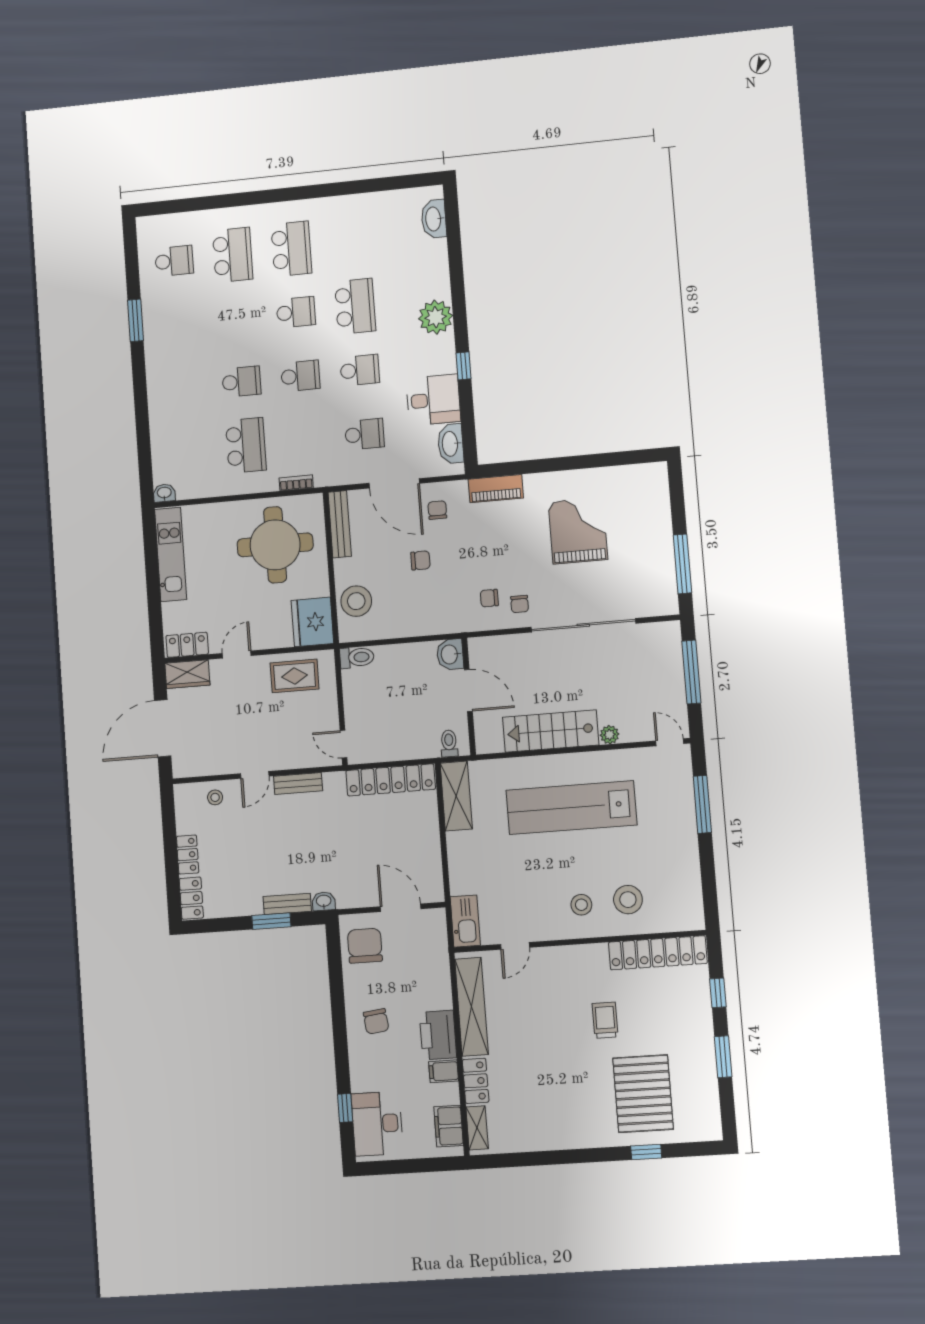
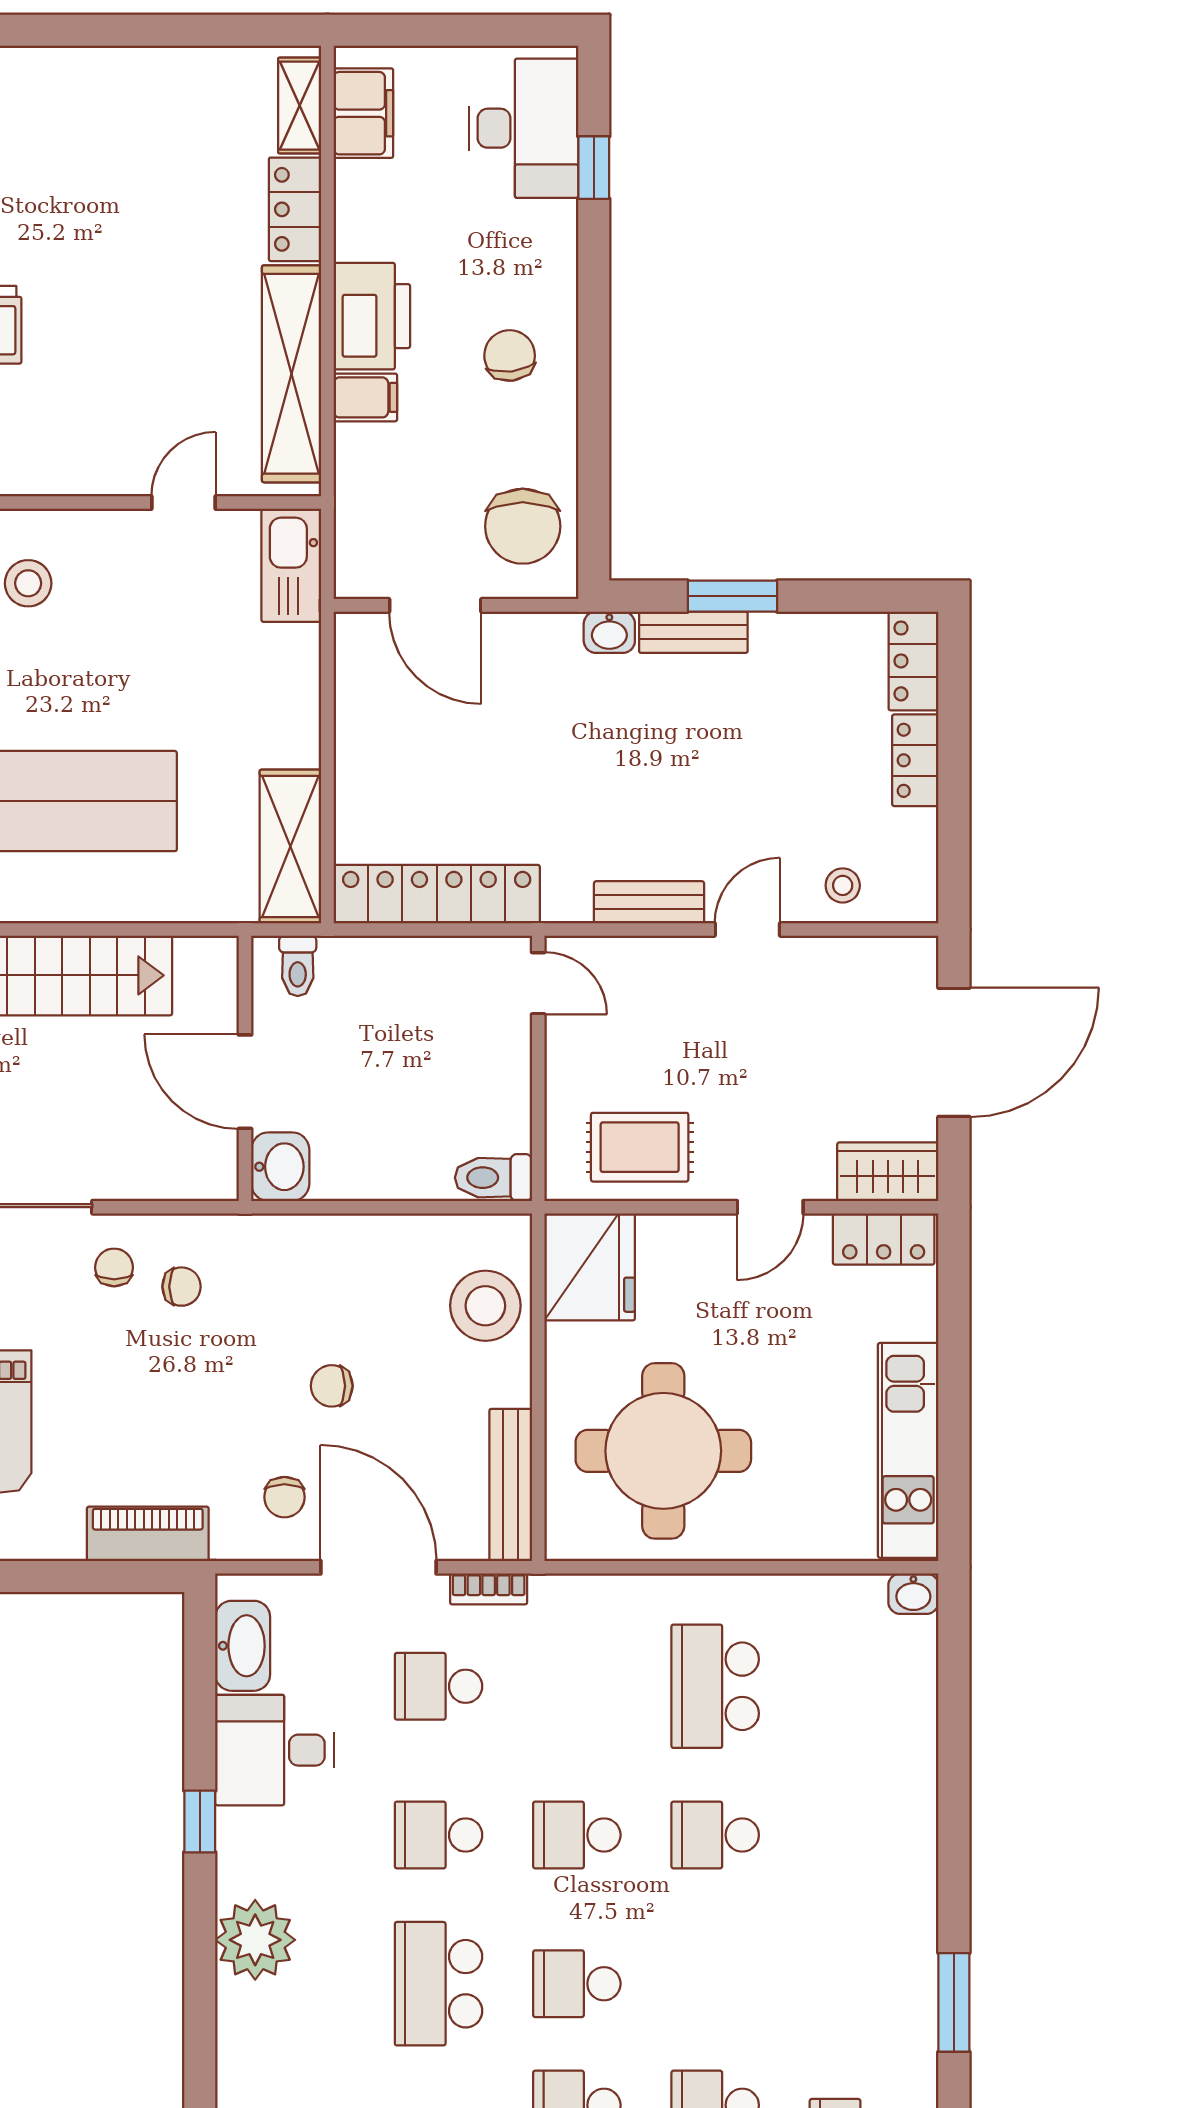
bookcase: (296, 483) -> (489, 1589), moved
filing cabinet: (444, 1071) -> (365, 397), moved

